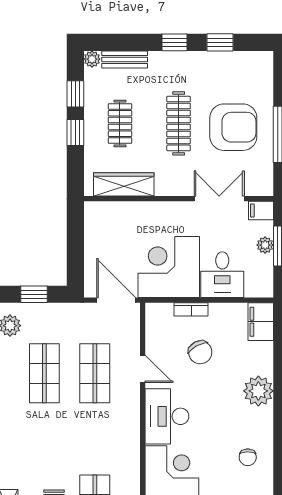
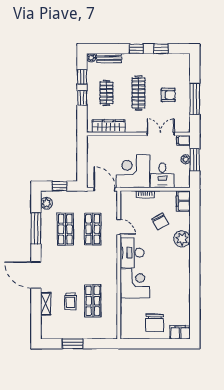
armchair: (233, 127) -> (168, 95), width x0.53, depth x0.53
chair: (200, 352) -> (160, 221), moved
chair: (248, 457) -> (176, 275), removed

